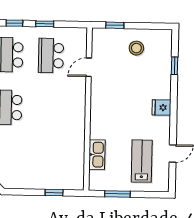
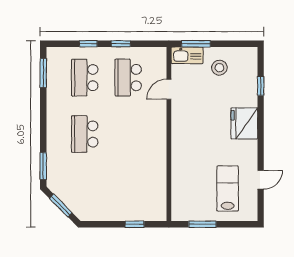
window: (115, 25) -> (196, 44), width x1.50
fridge: (162, 108) -> (244, 123), width x1.88, depth x1.34
kitchen sink: (97, 155) -> (187, 55), moved, turned 90

